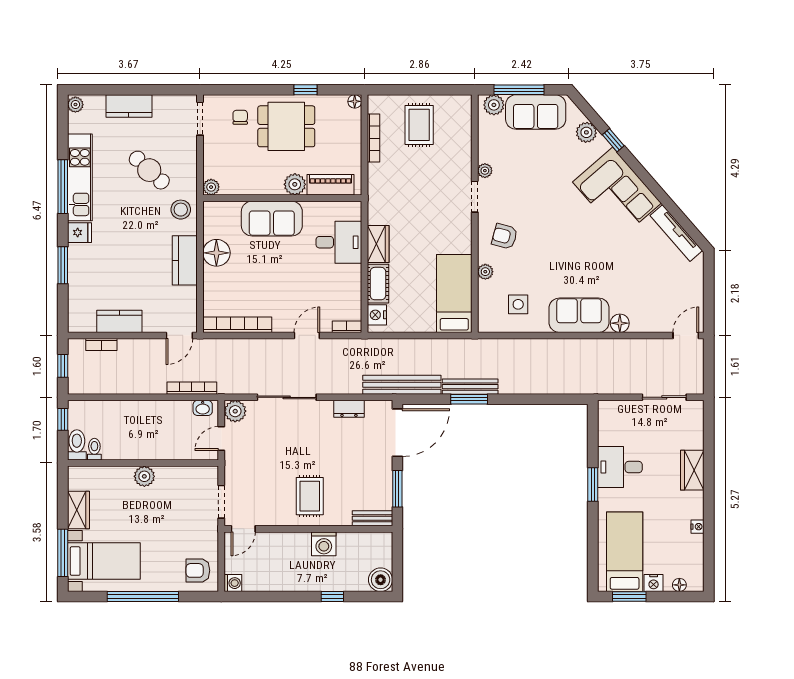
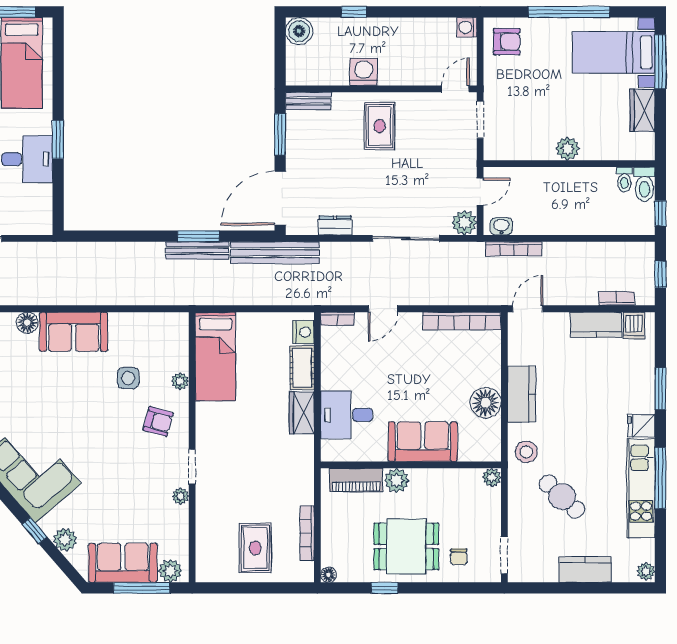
side table: (518, 304) -> (128, 378), moved
dishwasher: (86, 321) -> (634, 326), added

